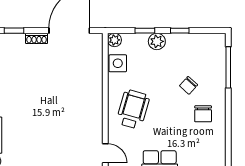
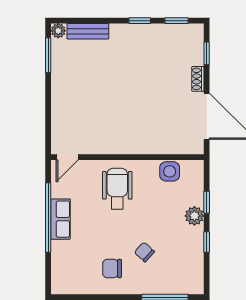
plant: (114, 40) -> (196, 168), removed
wheelchair: (133, 109) -> (117, 189), turned -106

